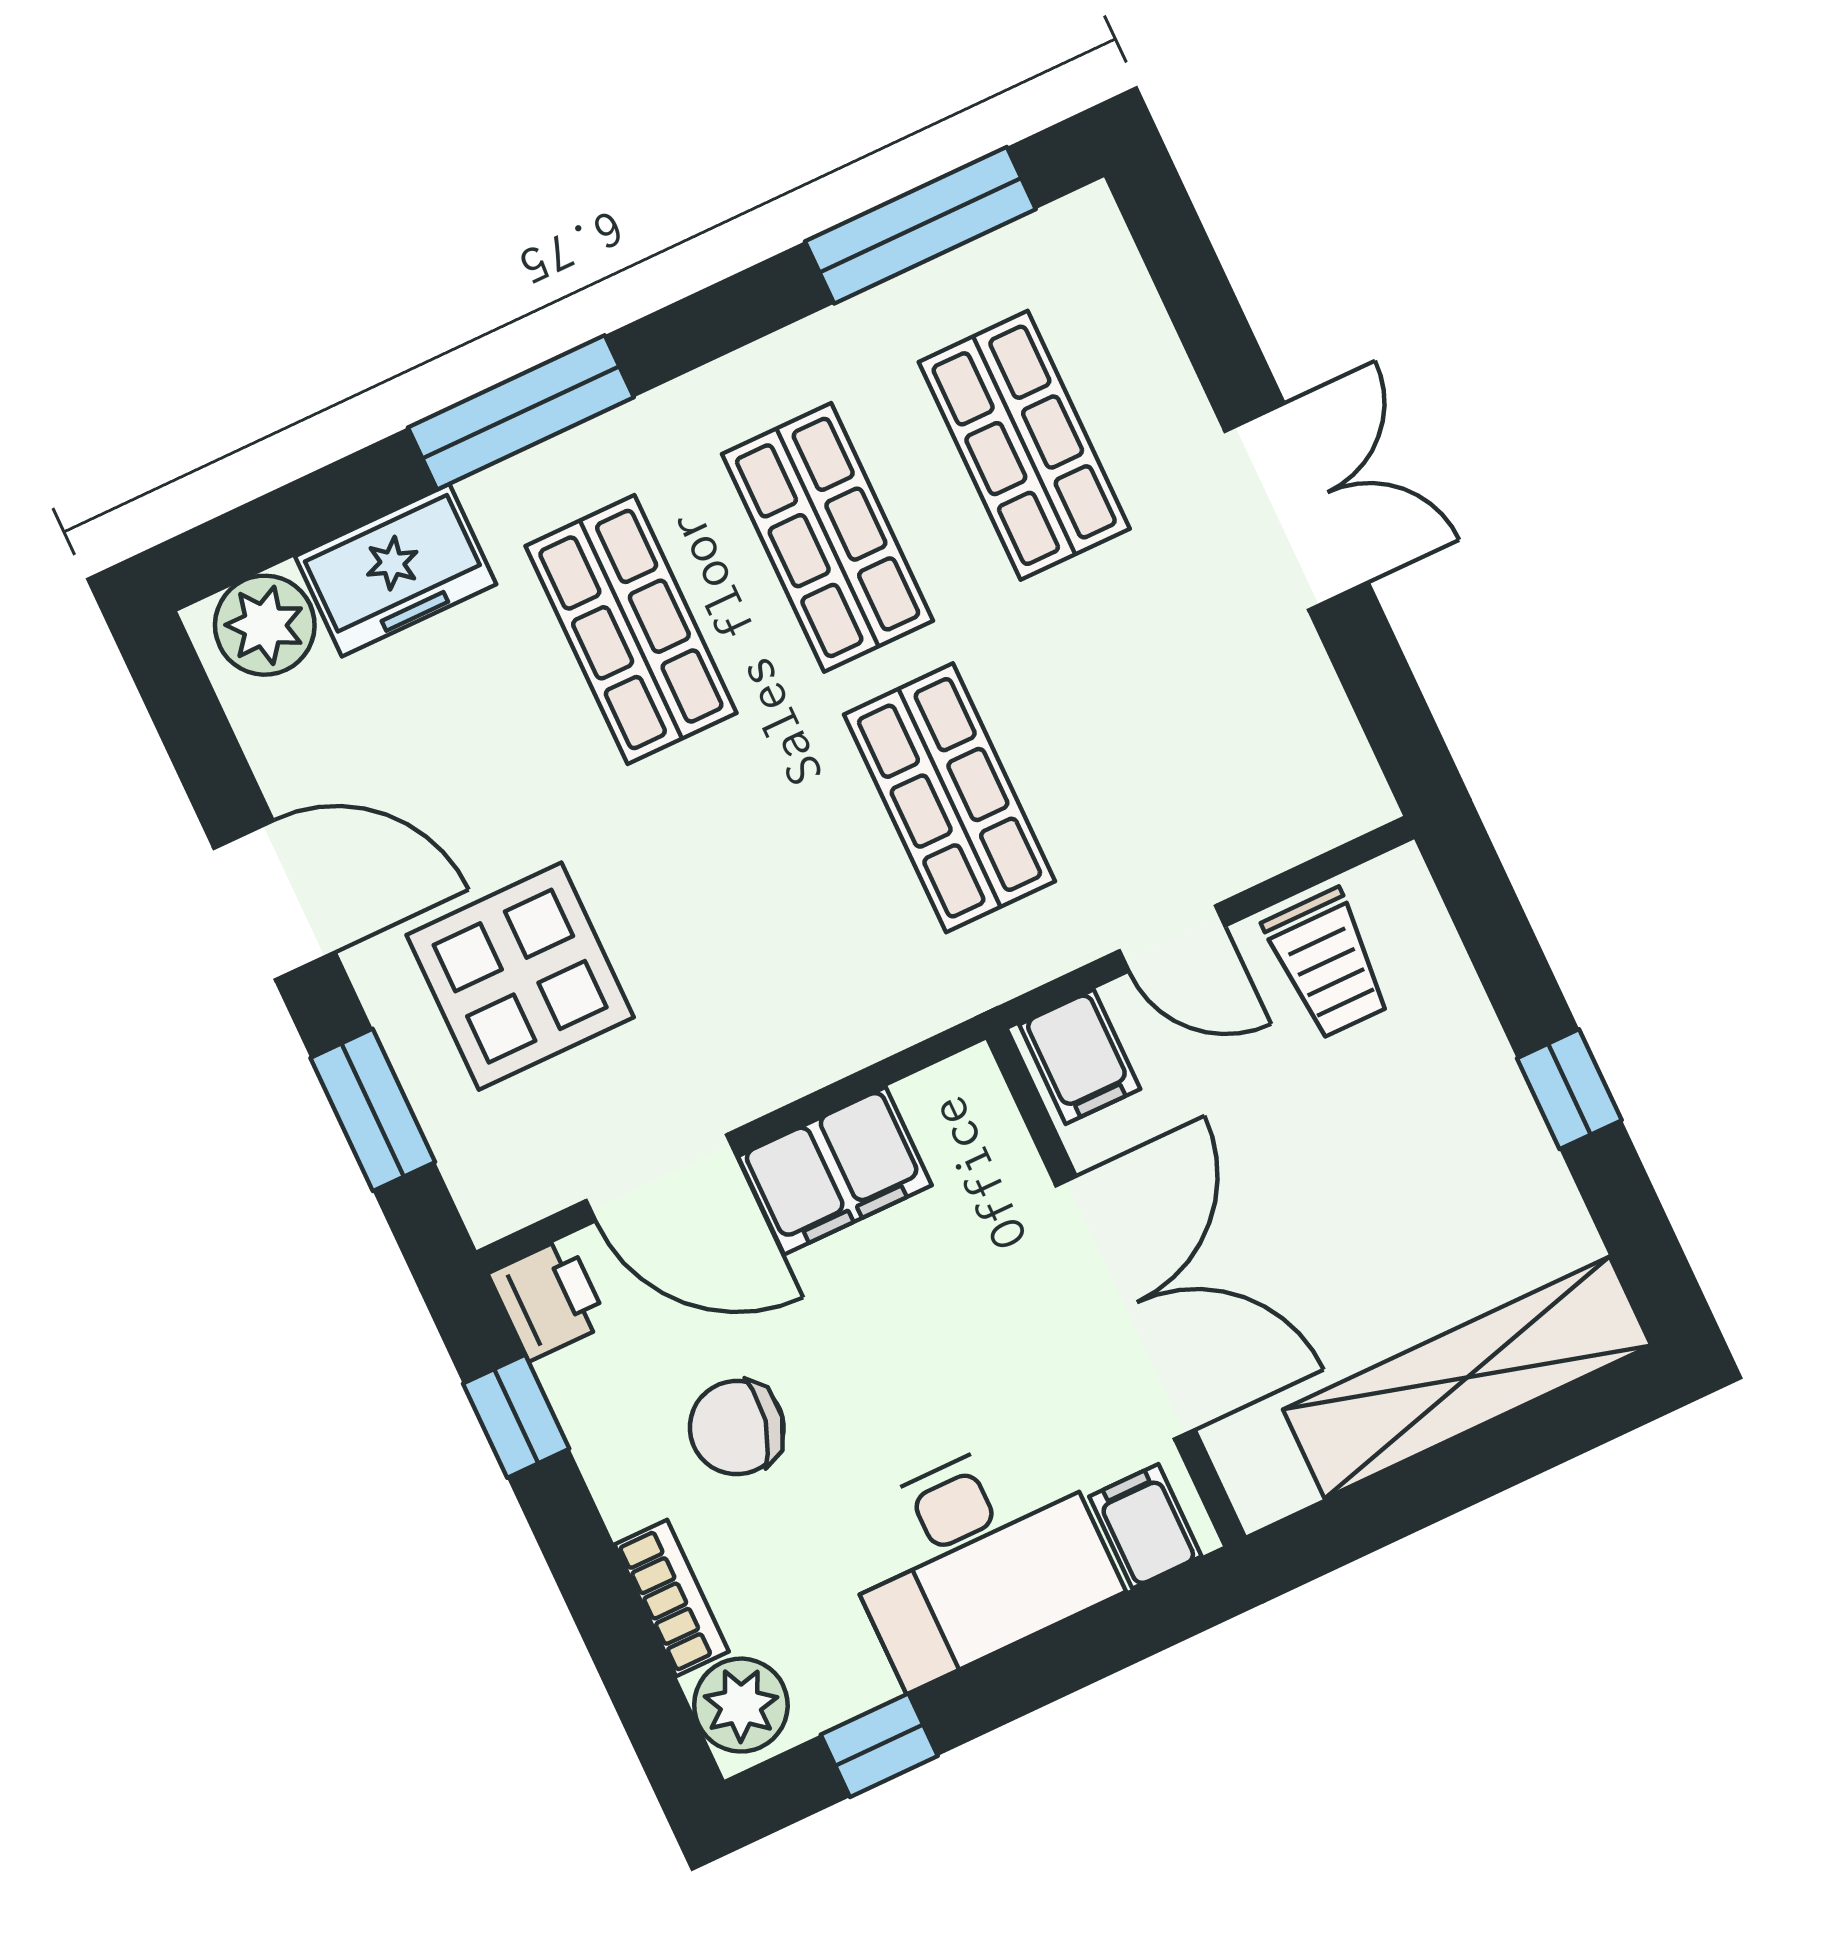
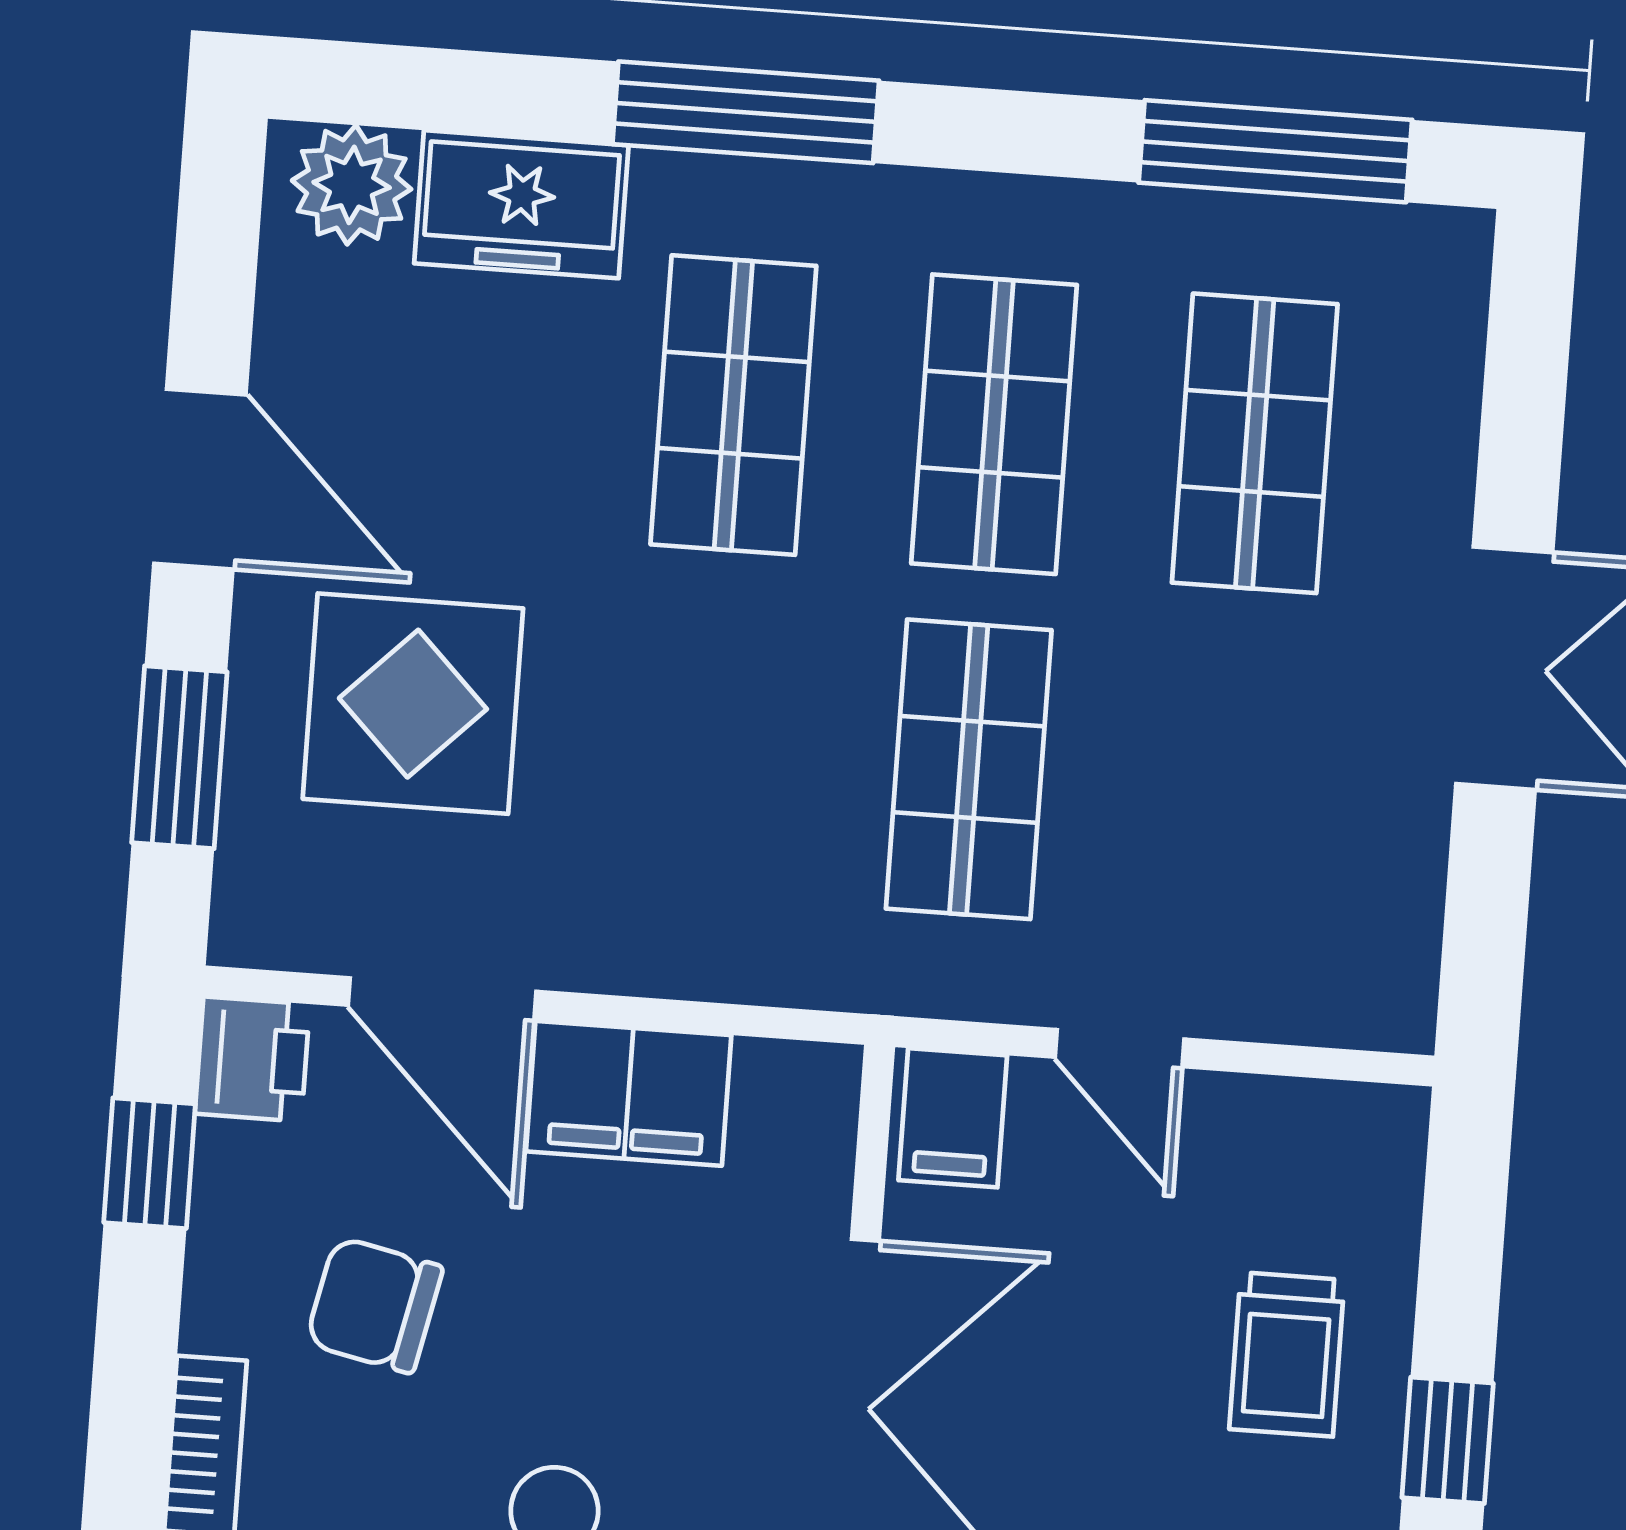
trolley: (1327, 964) -> (1287, 1354), moved

